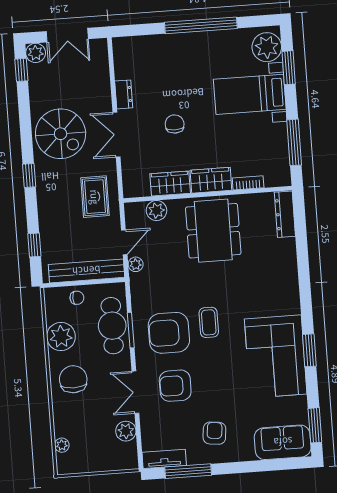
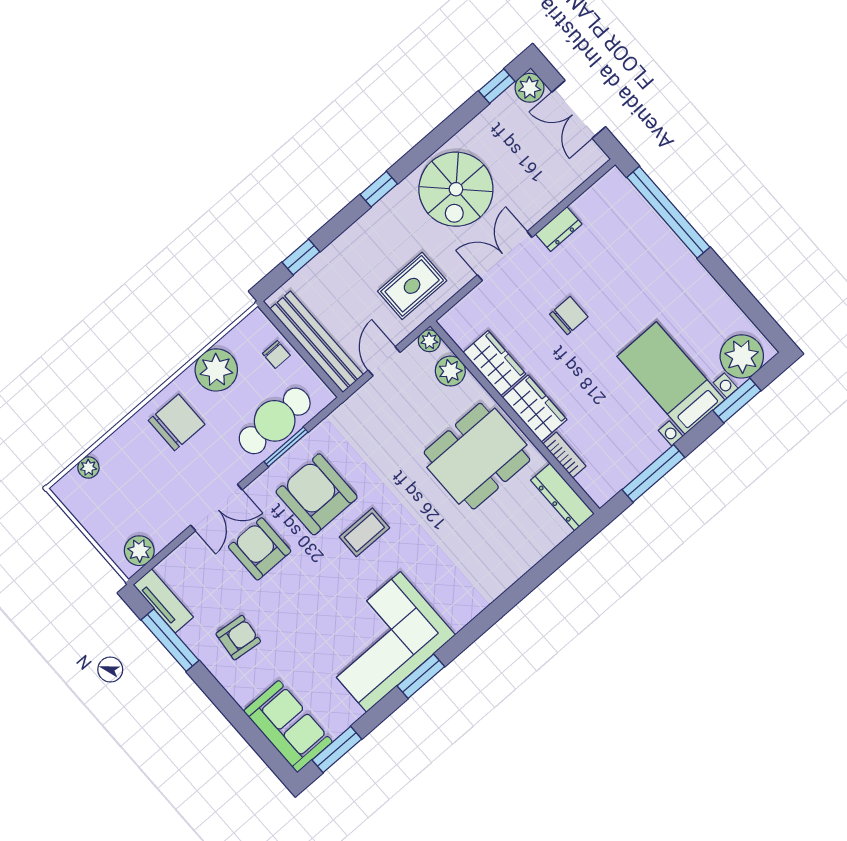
window: (201, 25) -> (668, 212), moved
dresser: (285, 214) -> (562, 497), moved, turned -90
door: (124, 242) -> (384, 361), swing flipped
plant: (136, 264) -> (429, 341), moved
double door: (135, 392) -> (216, 507), swing flipped
plant: (126, 431) -> (139, 551), moved

